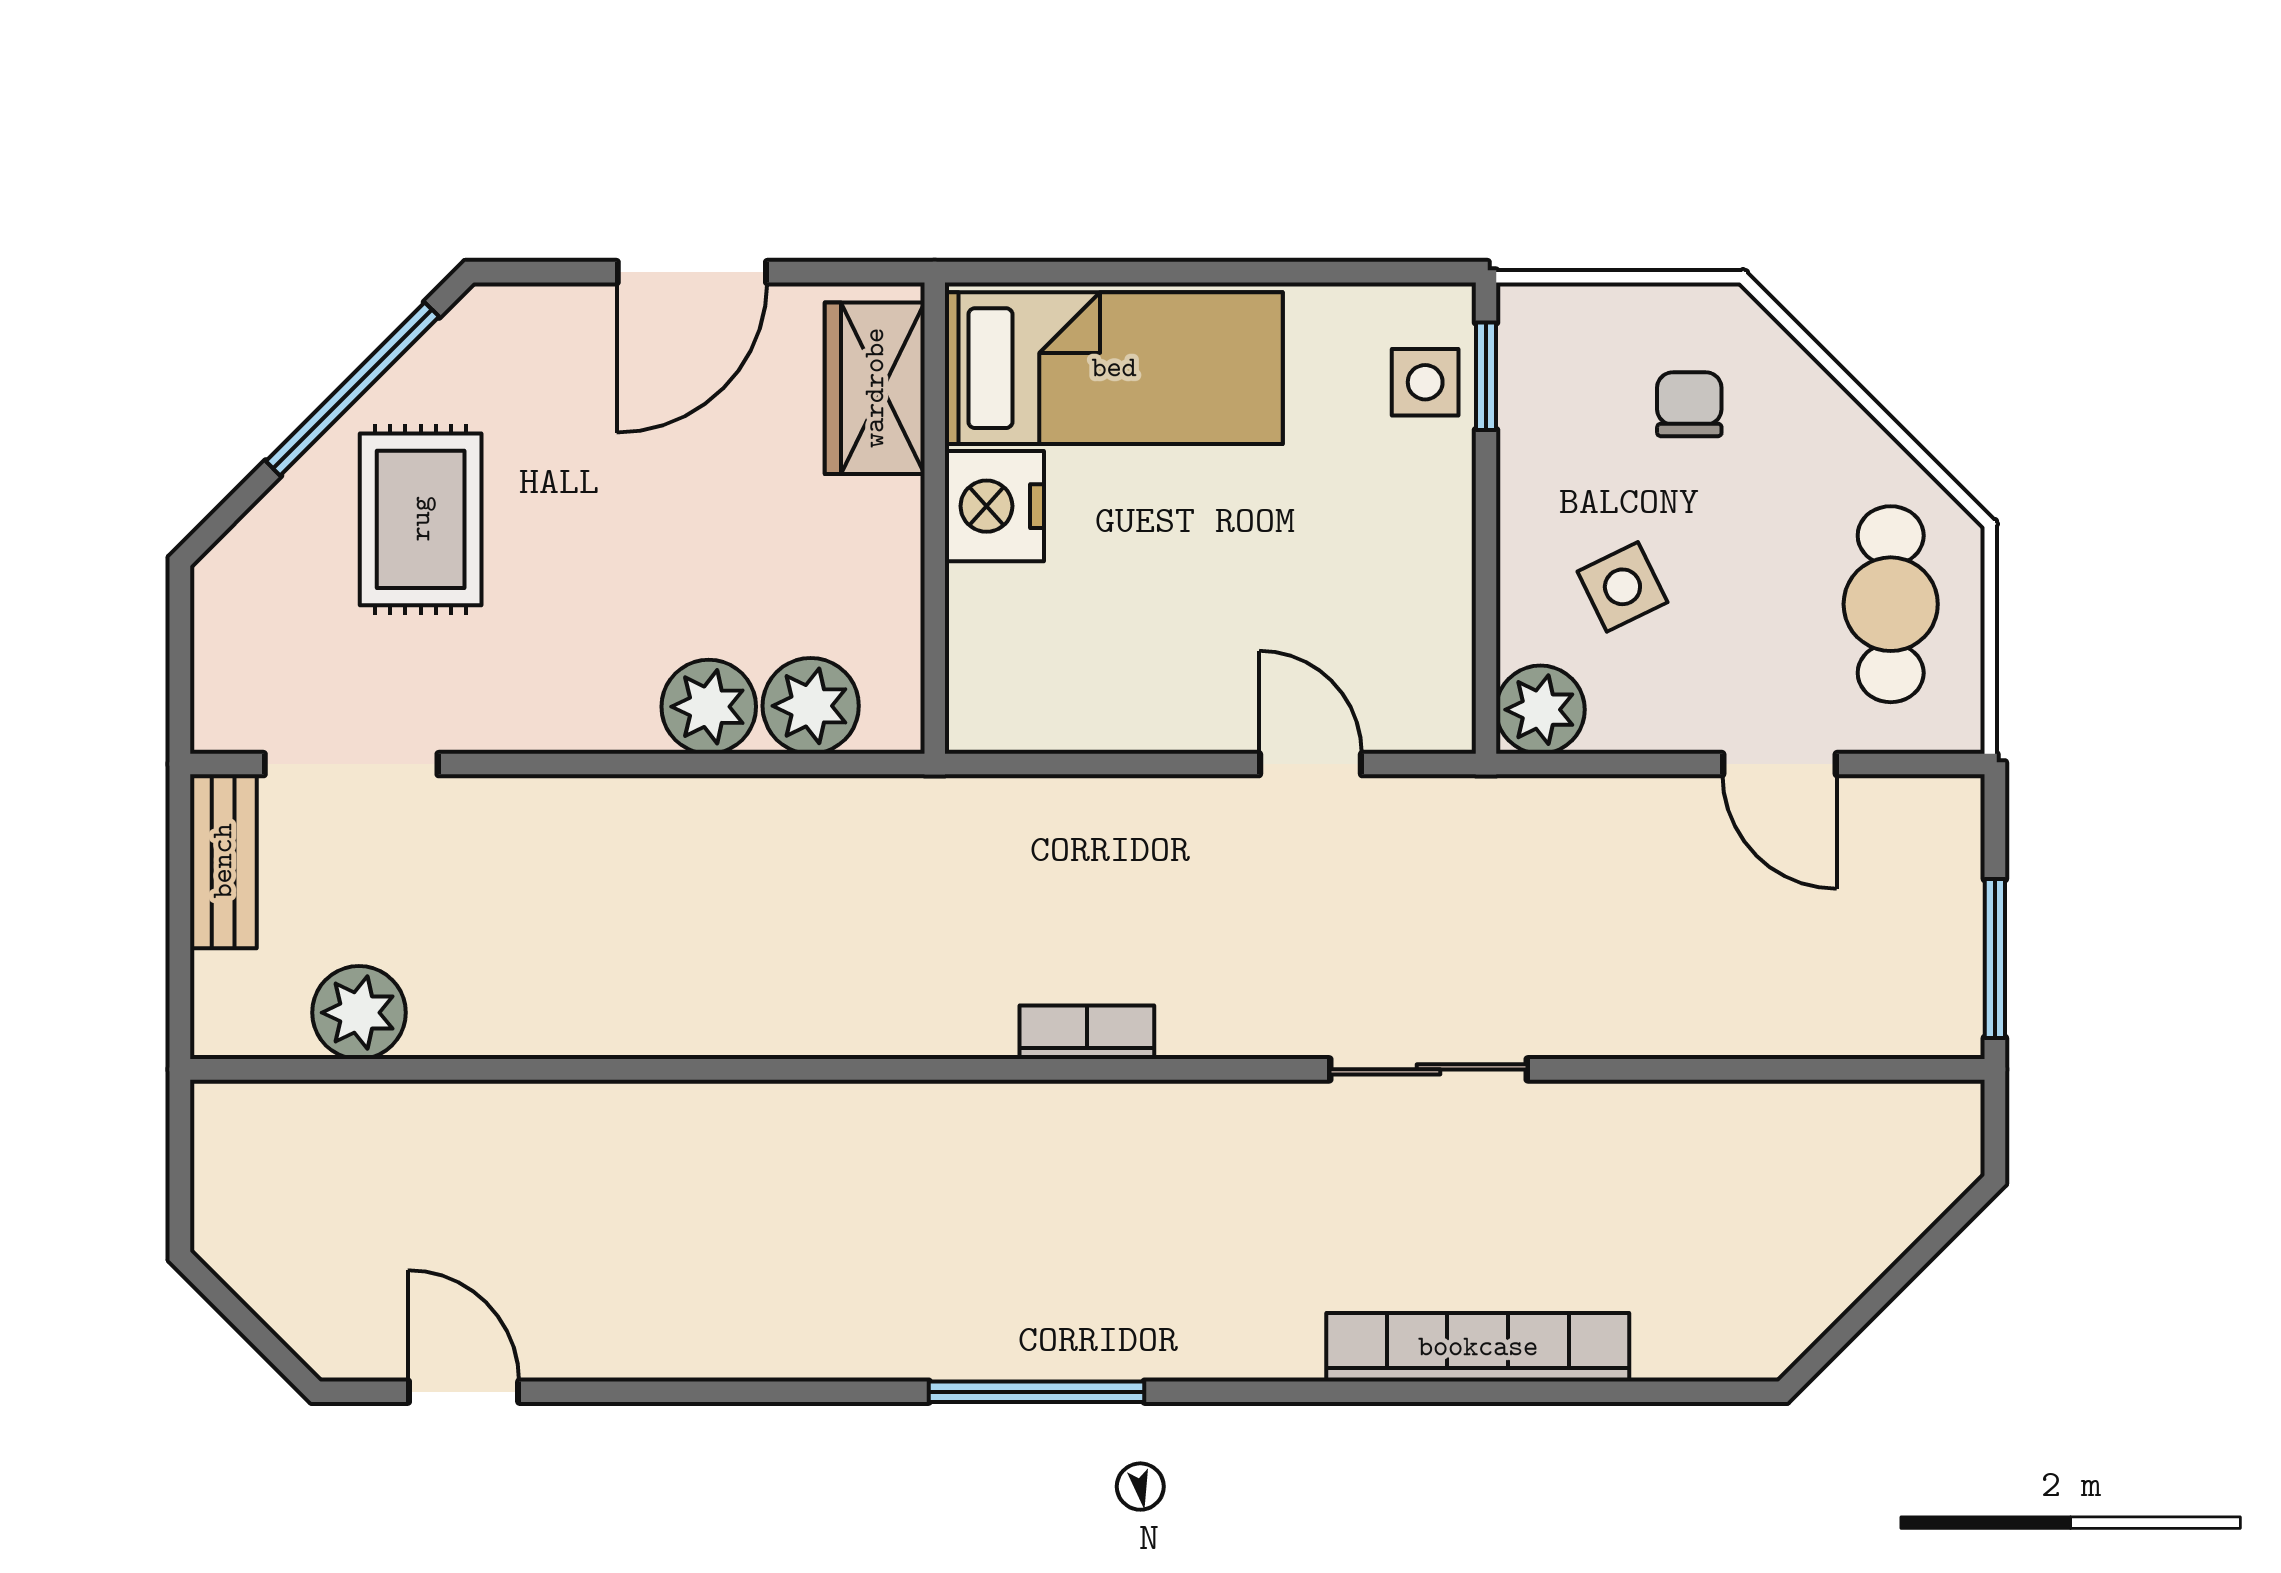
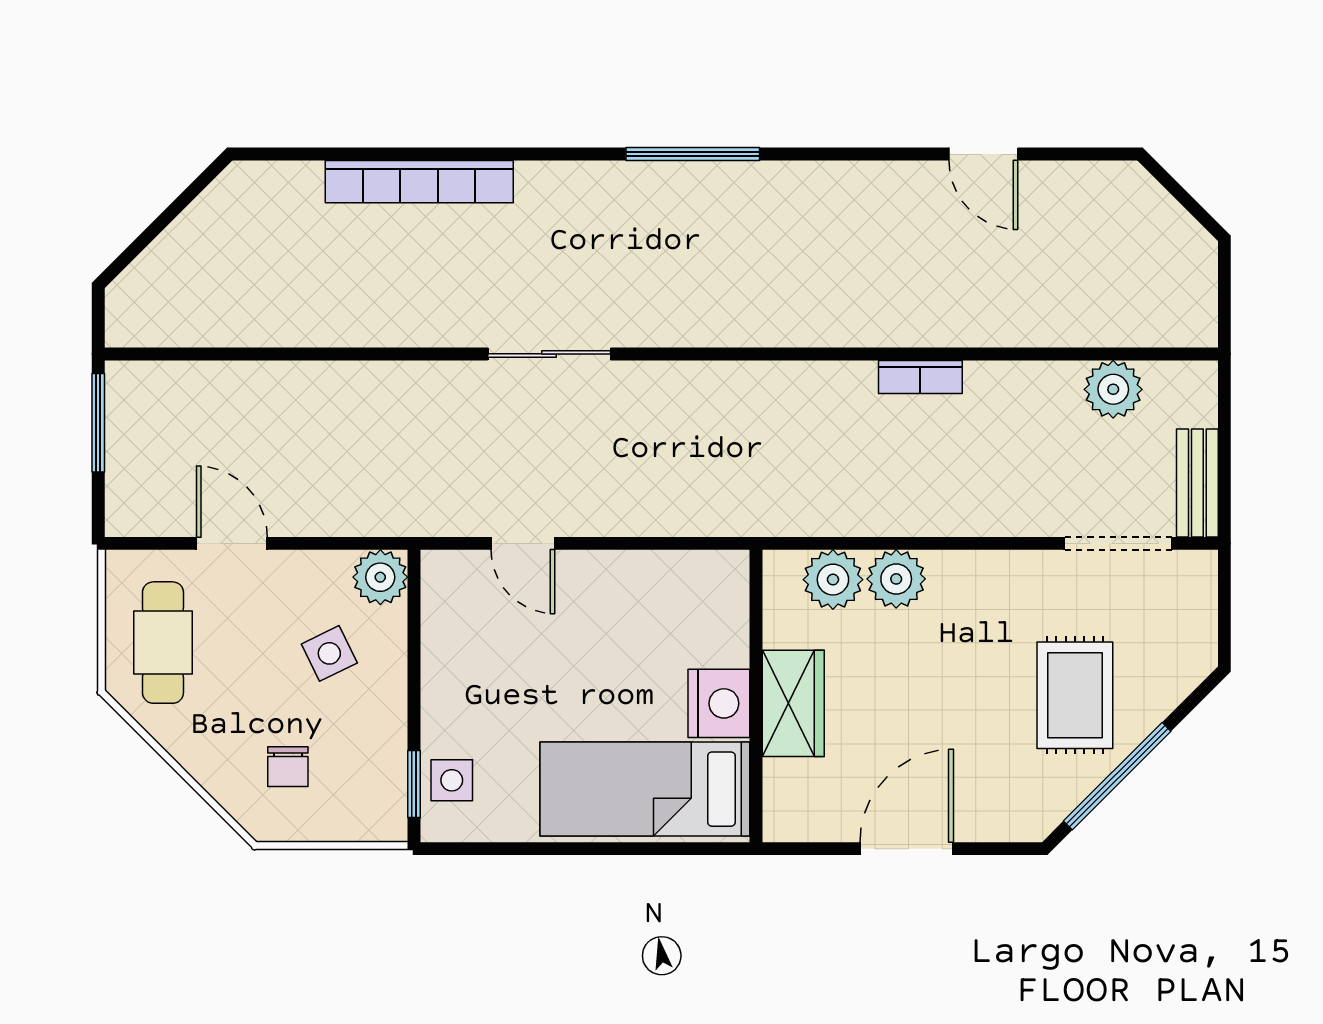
wardrobe: (875, 388) -> (793, 703), moved
bookcase: (1087, 1032) -> (920, 377), moved
sliding door: (1429, 1069) -> (549, 354), moved
door: (464, 1392) -> (983, 154), moved

